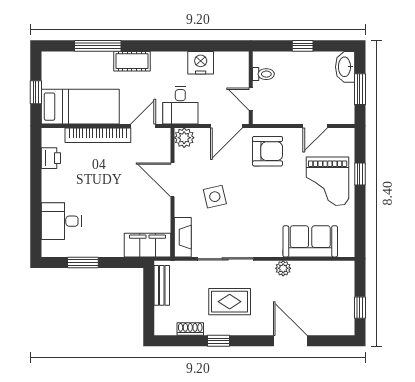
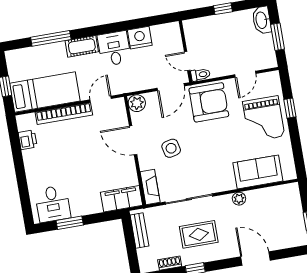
toilet: (263, 74) -> (200, 75), moved
desk: (180, 105) -> (114, 48), moved, turned 180
armchair: (268, 151) -> (209, 102), width x1.36, depth x1.36
desk: (61, 221) -> (53, 204), moved, turned -90

